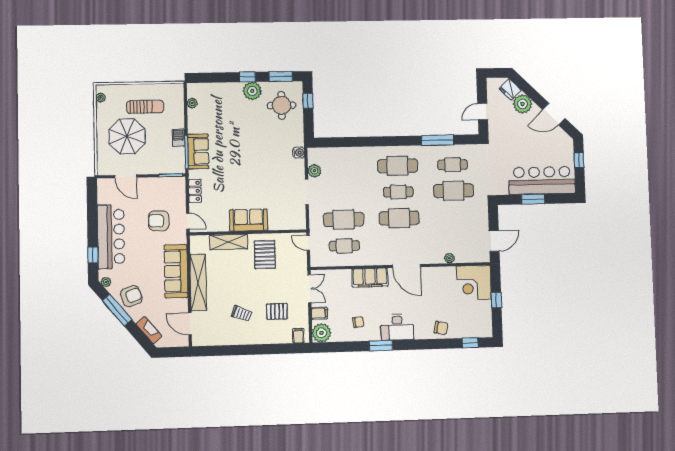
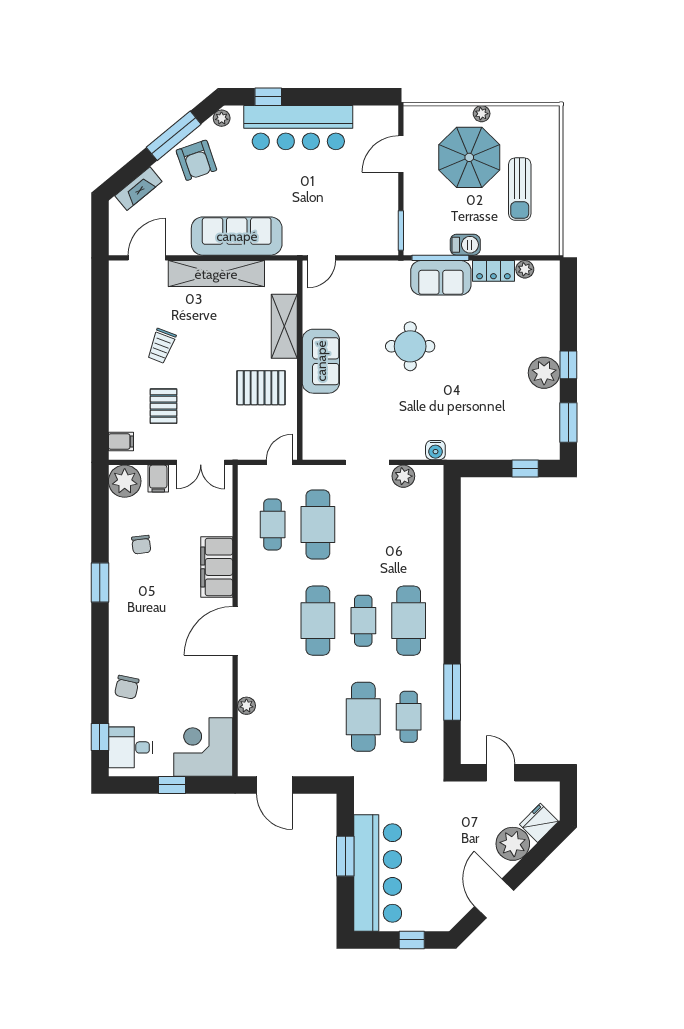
plant: (101, 98) -> (482, 114), moved
round table: (282, 105) -> (410, 346), moved
locker: (195, 191) -> (493, 271), moved
armchair: (159, 221) -> (323, 208), removed
desk: (397, 327) -> (131, 747), moved, width x0.73

